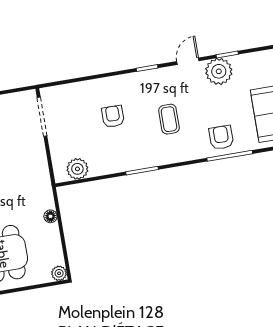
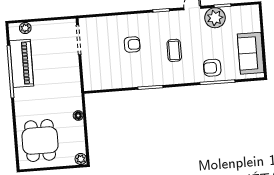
armchair: (113, 116) -> (132, 45), turned 90
armchair: (221, 137) -> (212, 68), turned -90
plant: (77, 169) -> (102, 82), removed

